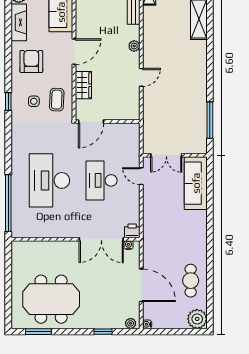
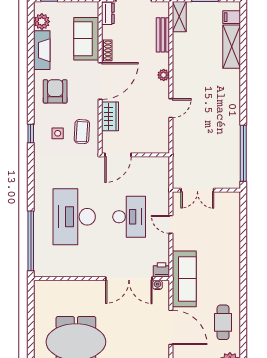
shoe rack: (80, 23) -> (107, 50), added
door: (74, 52) -> (100, 81), width x1.36
window: (210, 120) -> (243, 153), width x1.46
door: (141, 176) -> (171, 224), moved
desk: (102, 180) -> (129, 217), turned 180
sofa: (196, 183) -> (184, 279), moved, turned 180

